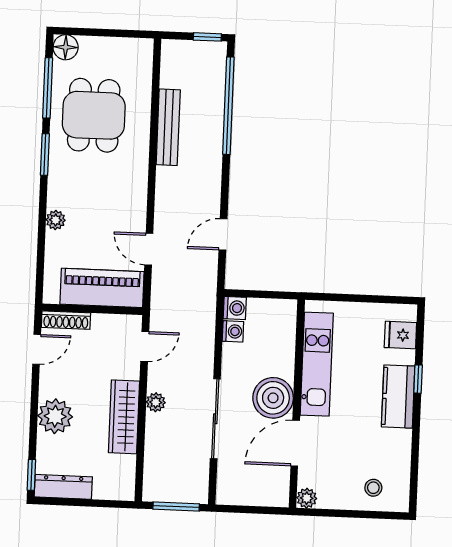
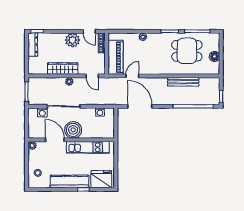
floor lamp: (66, 47) -> (215, 56), moved
door: (223, 234) -> (140, 106), width x1.87
washing machine: (235, 308) -> (42, 112), moved
fridge: (400, 335) -> (101, 179), width x1.88, depth x1.34
kitchen counter: (398, 396) -> (69, 182), width x1.50
plant: (55, 416) -> (72, 40), moved

